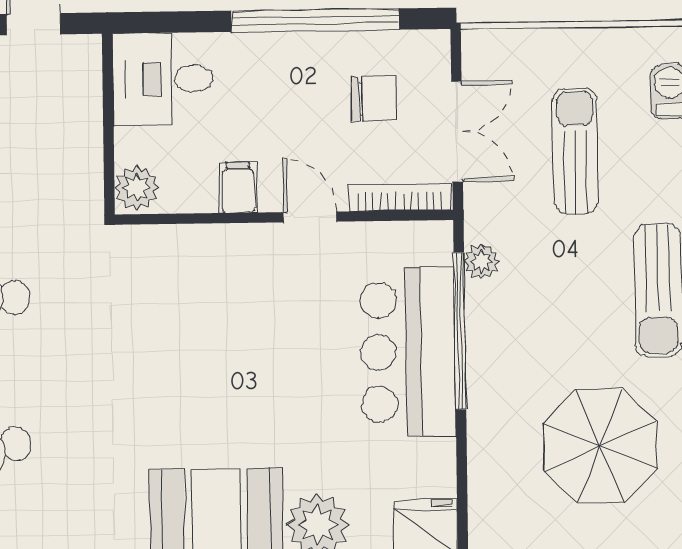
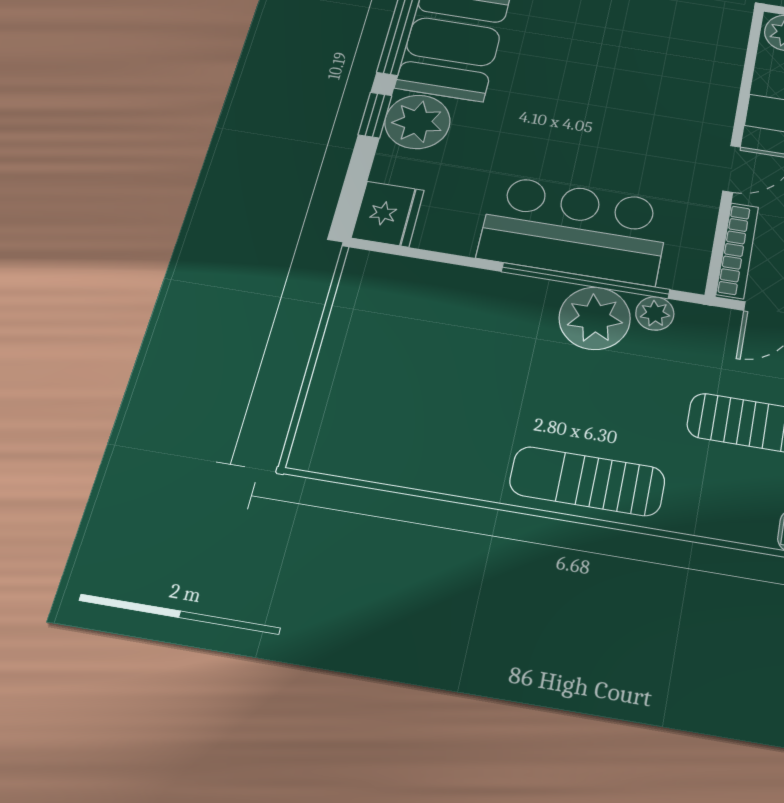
plant: (497, 315) -> (595, 318), added
parasol: (600, 446) -> (428, 392), removed

